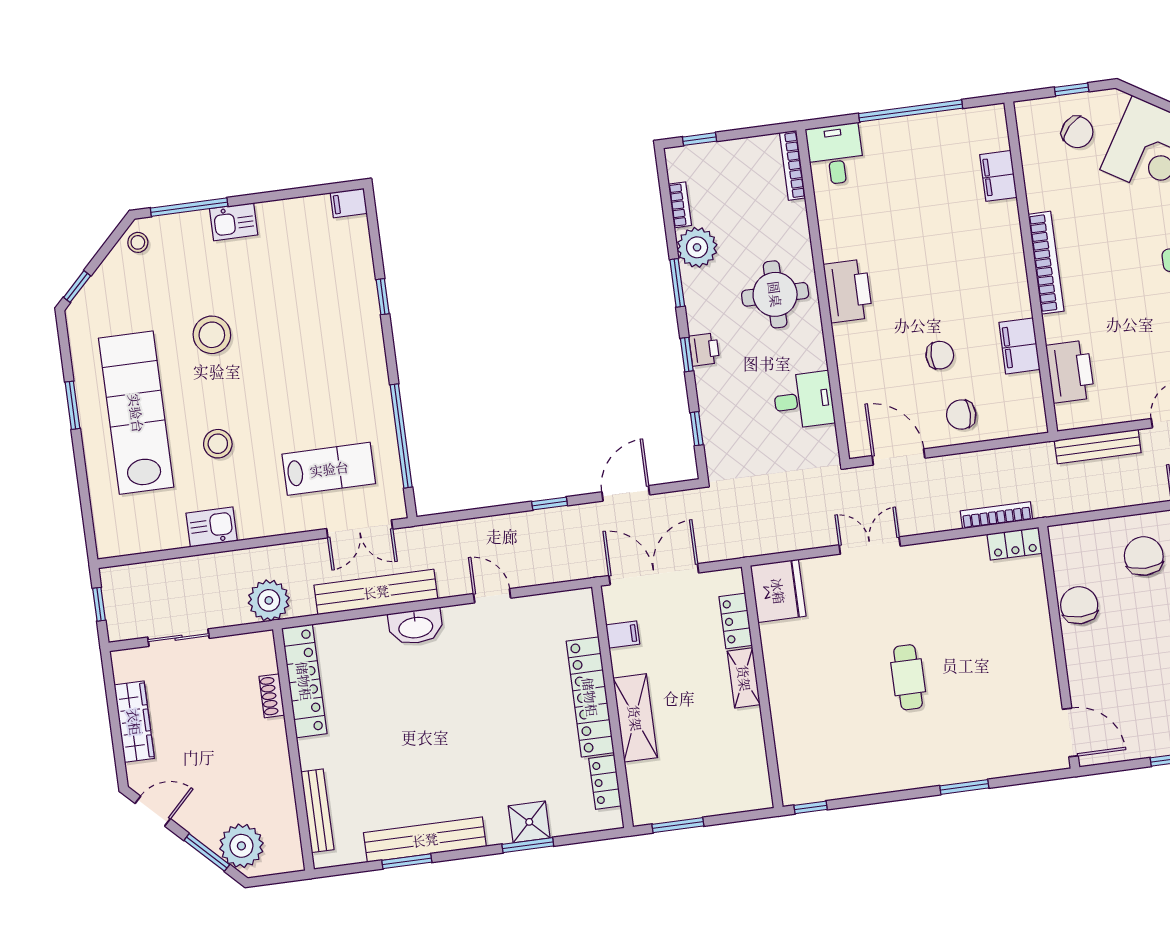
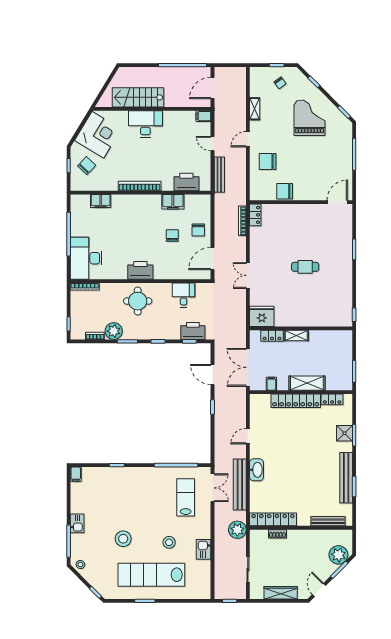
desk: (835, 154) -> (86, 258), width x1.87, depth x1.30
printer: (704, 349) -> (193, 331), moved, width x1.87, depth x1.48

